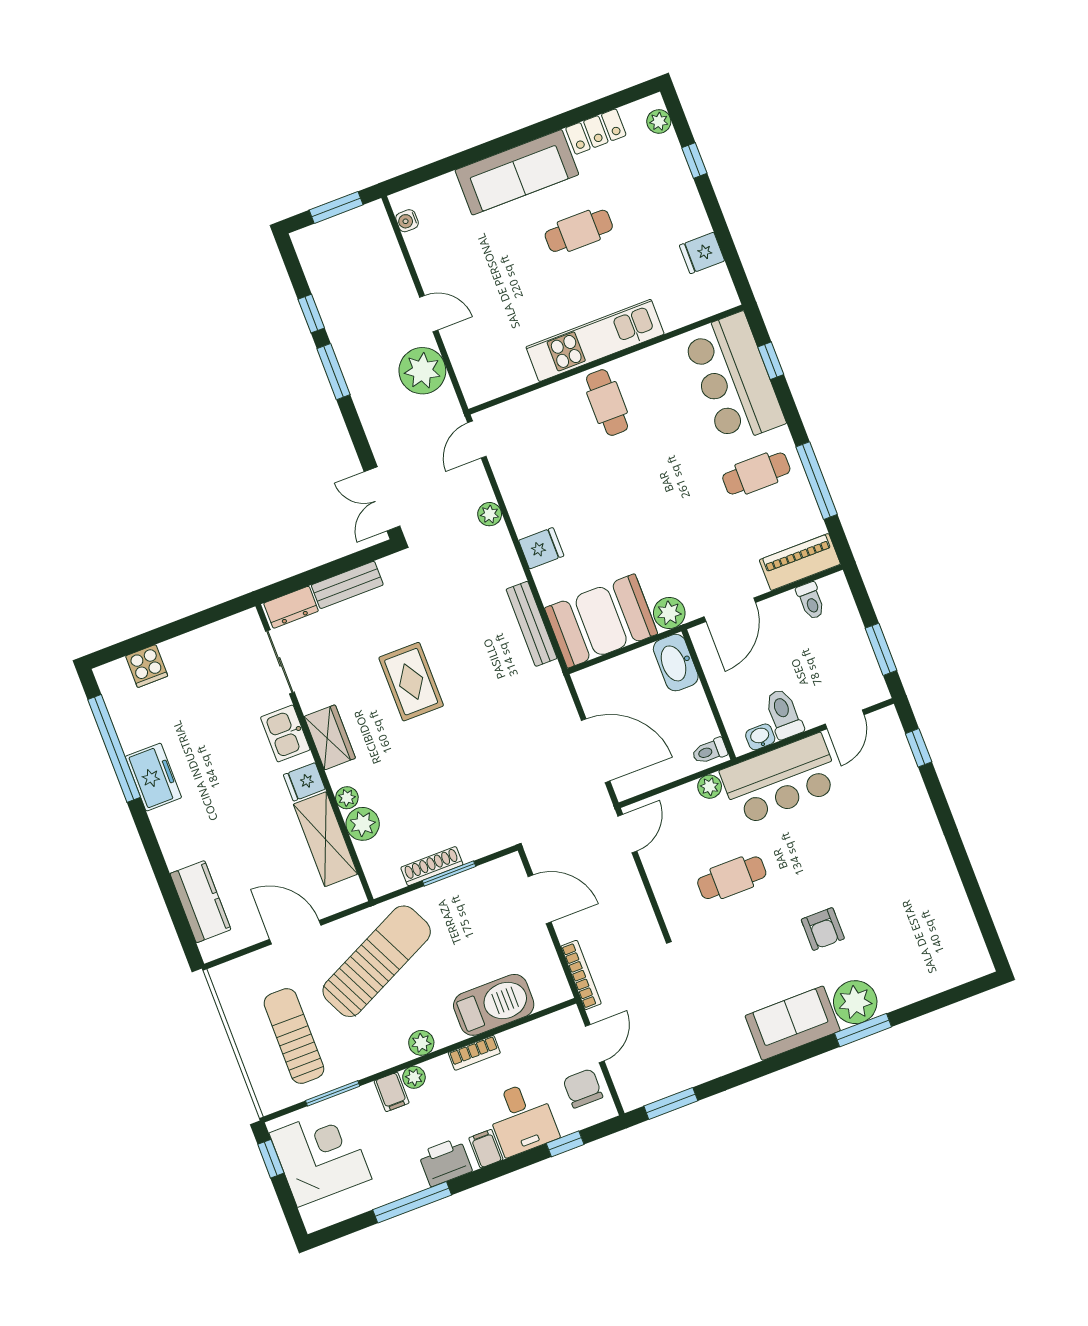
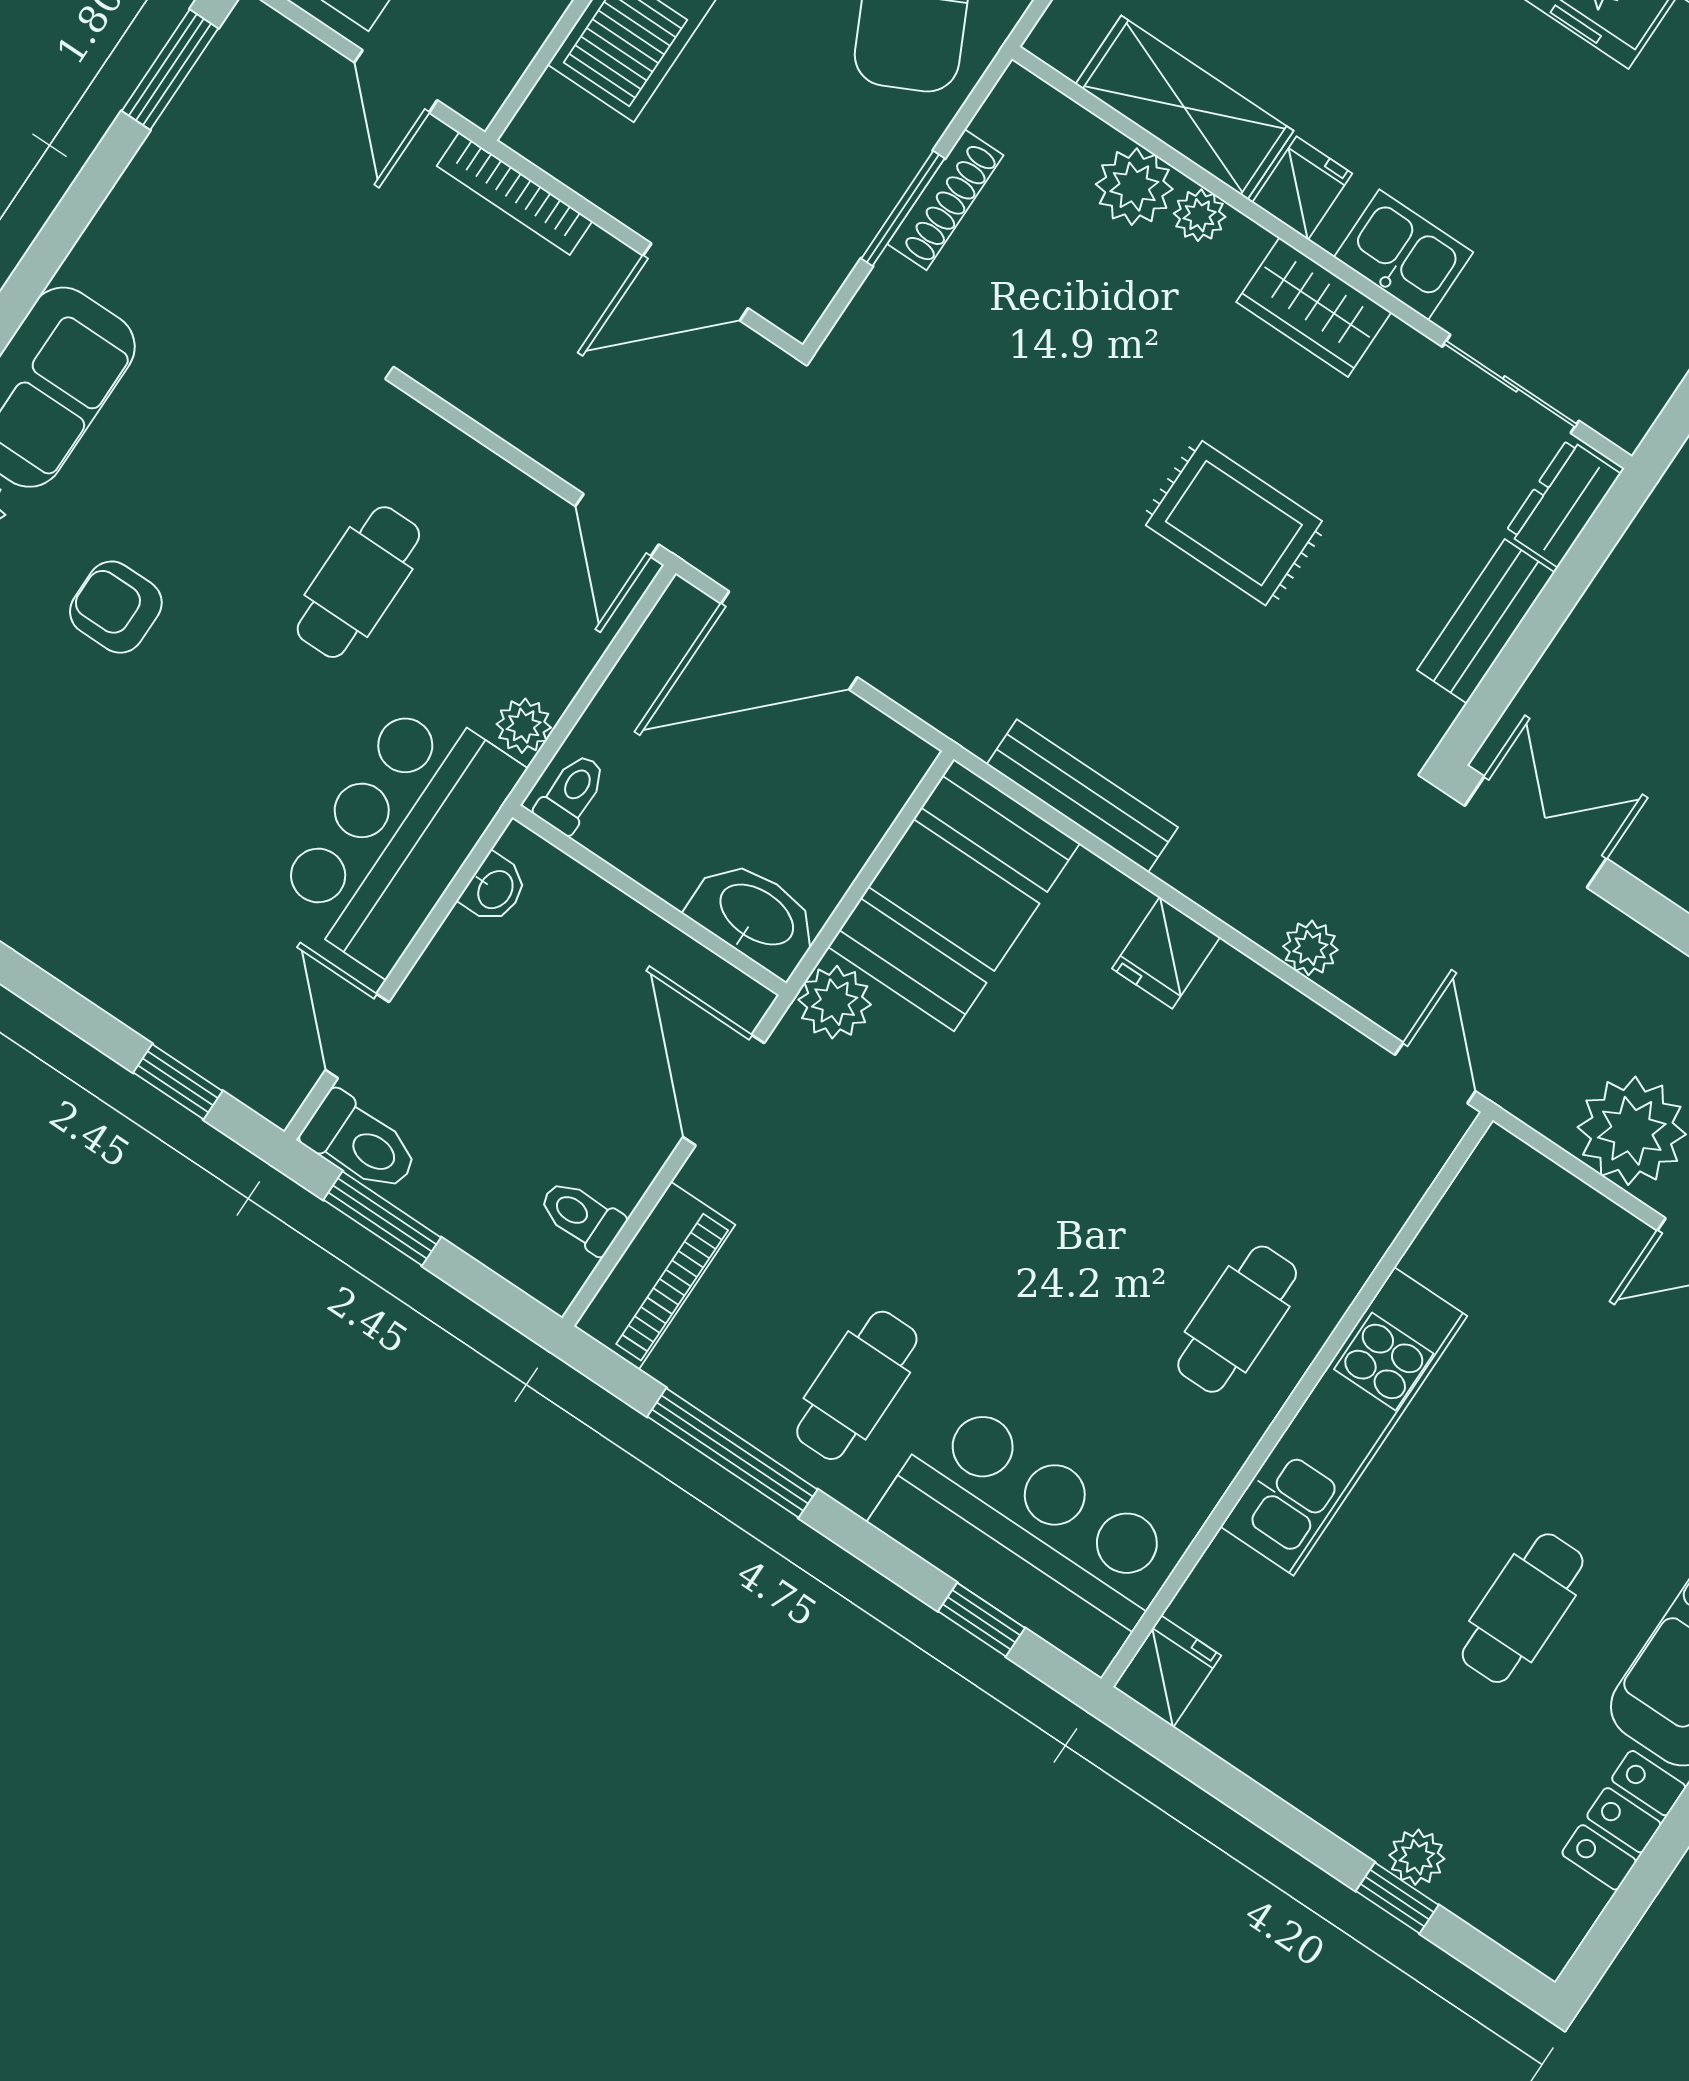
plant: (659, 121) -> (1417, 1857), moved
fridge: (702, 253) -> (1167, 1671), moved
cafe table: (607, 403) -> (1237, 1319), turned 90
toilet: (784, 714) -> (361, 1143), moved

